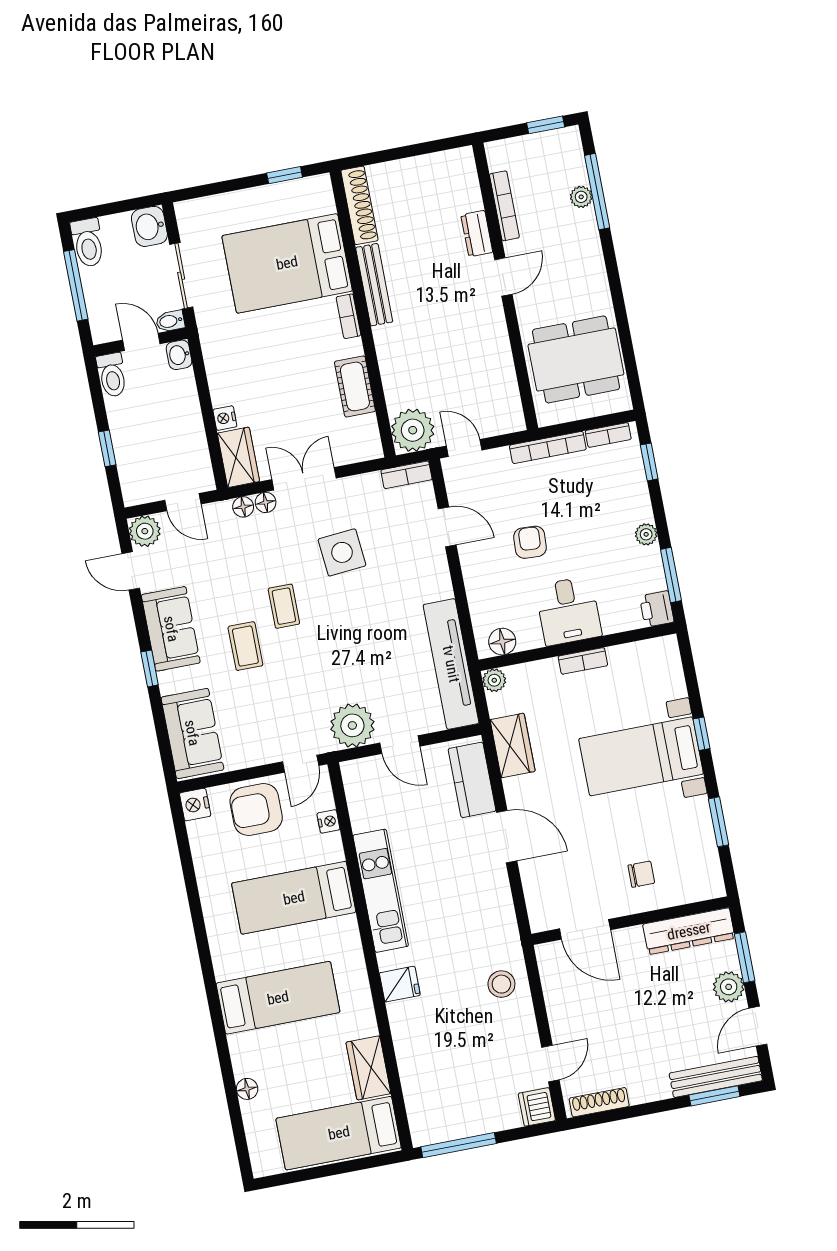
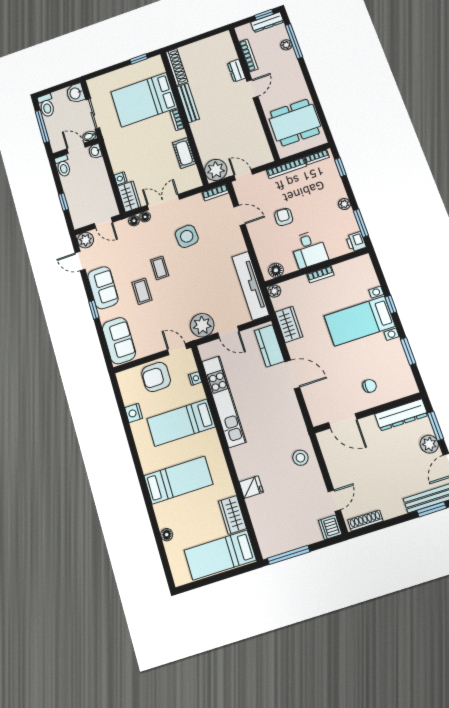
dresser: (550, 142) -> (267, 22), added
door: (301, 764) -> (177, 349), swing flipped
nightstand: (195, 805) -> (134, 413), moved
kitchen unit: (381, 891) -> (224, 401), width x1.36
fridge: (400, 984) -> (251, 487), moved

